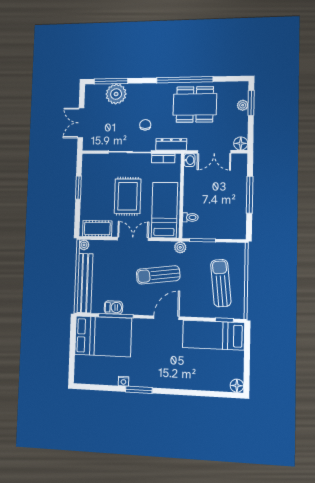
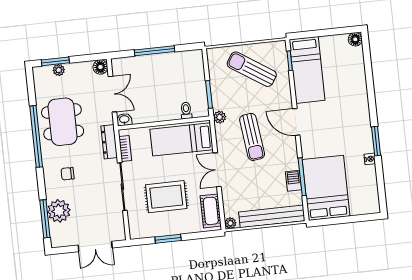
chair: (145, 125) -> (68, 174), moved
rug: (128, 196) -> (166, 197), moved
sun lounger: (221, 283) -> (252, 69), turned 39

